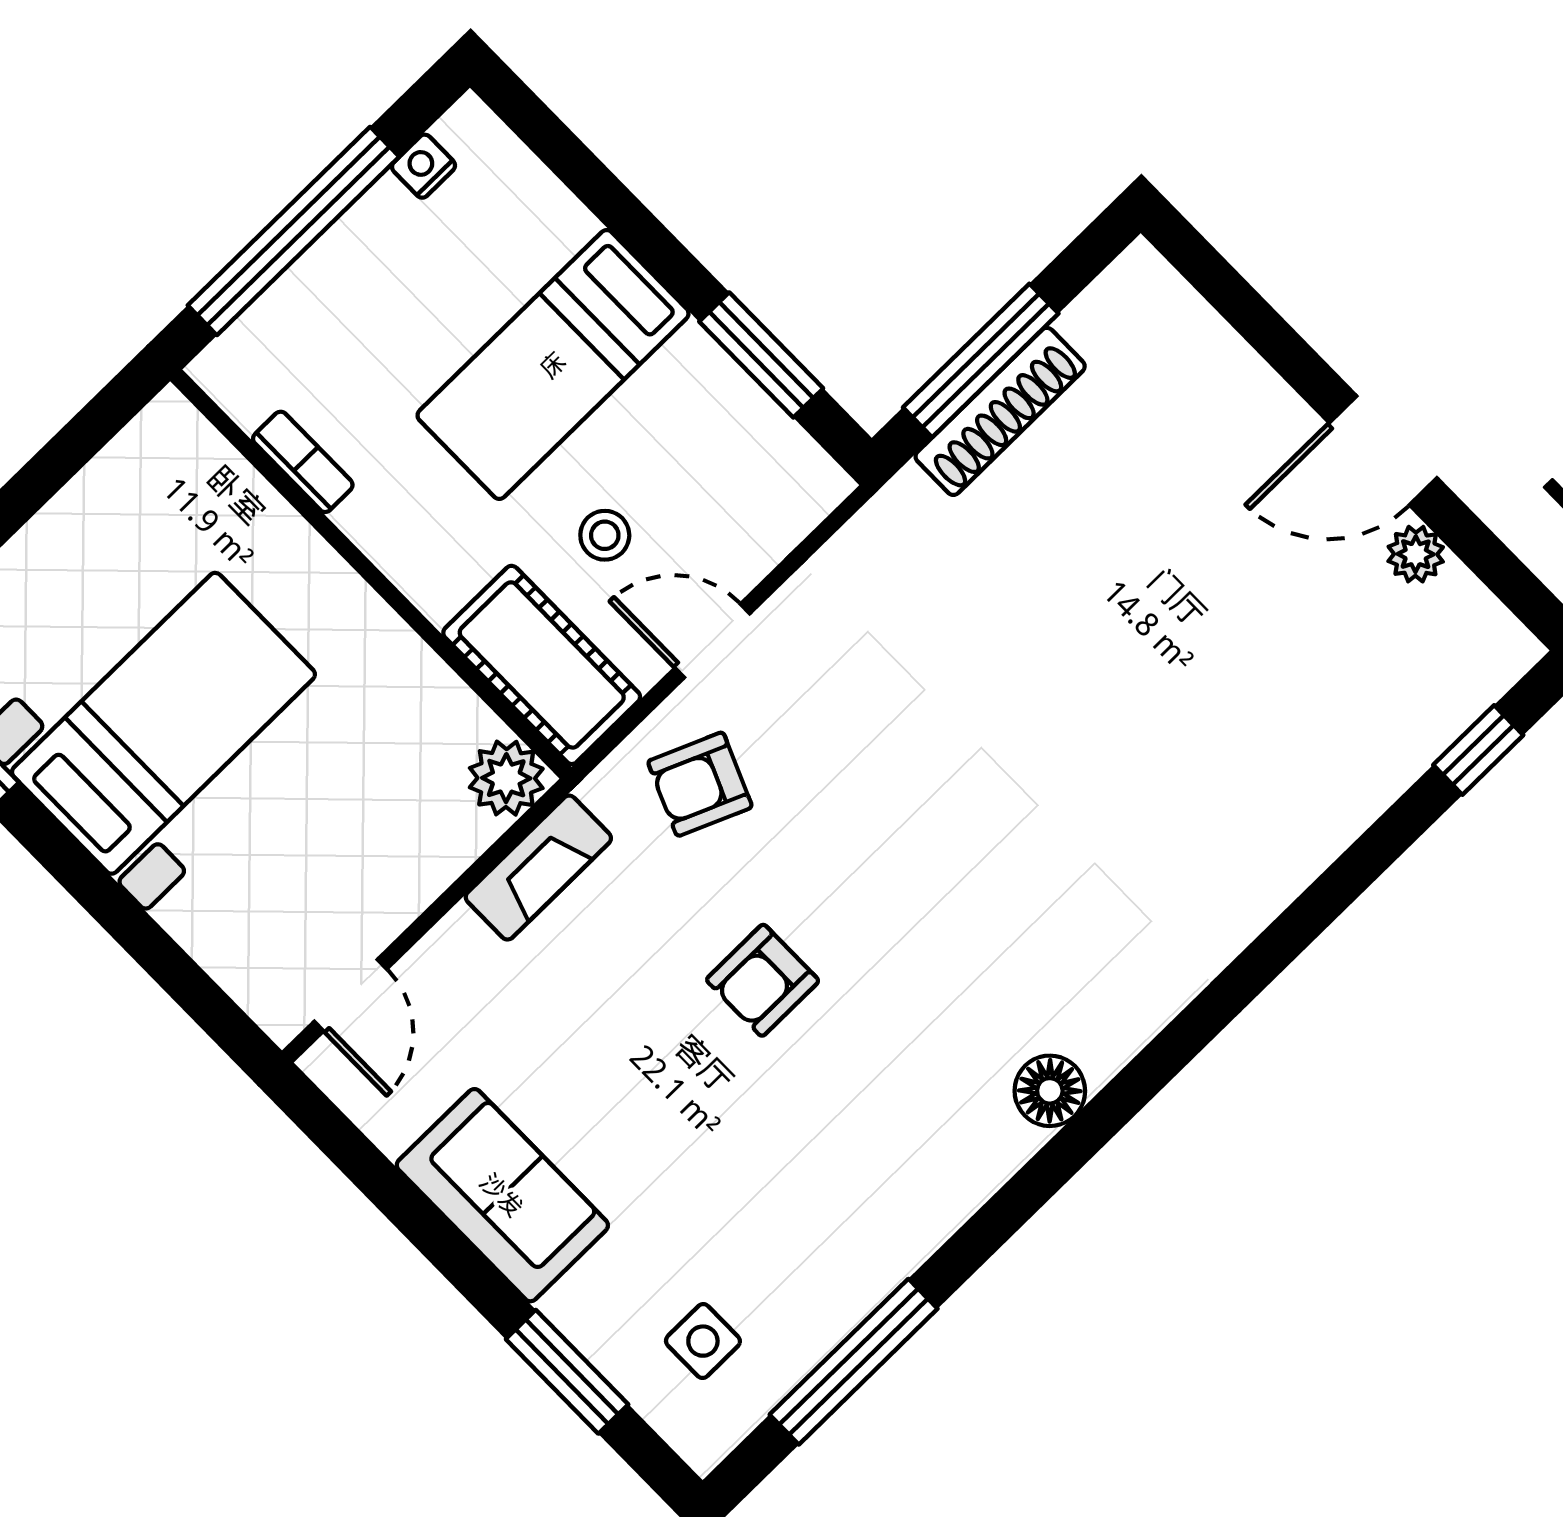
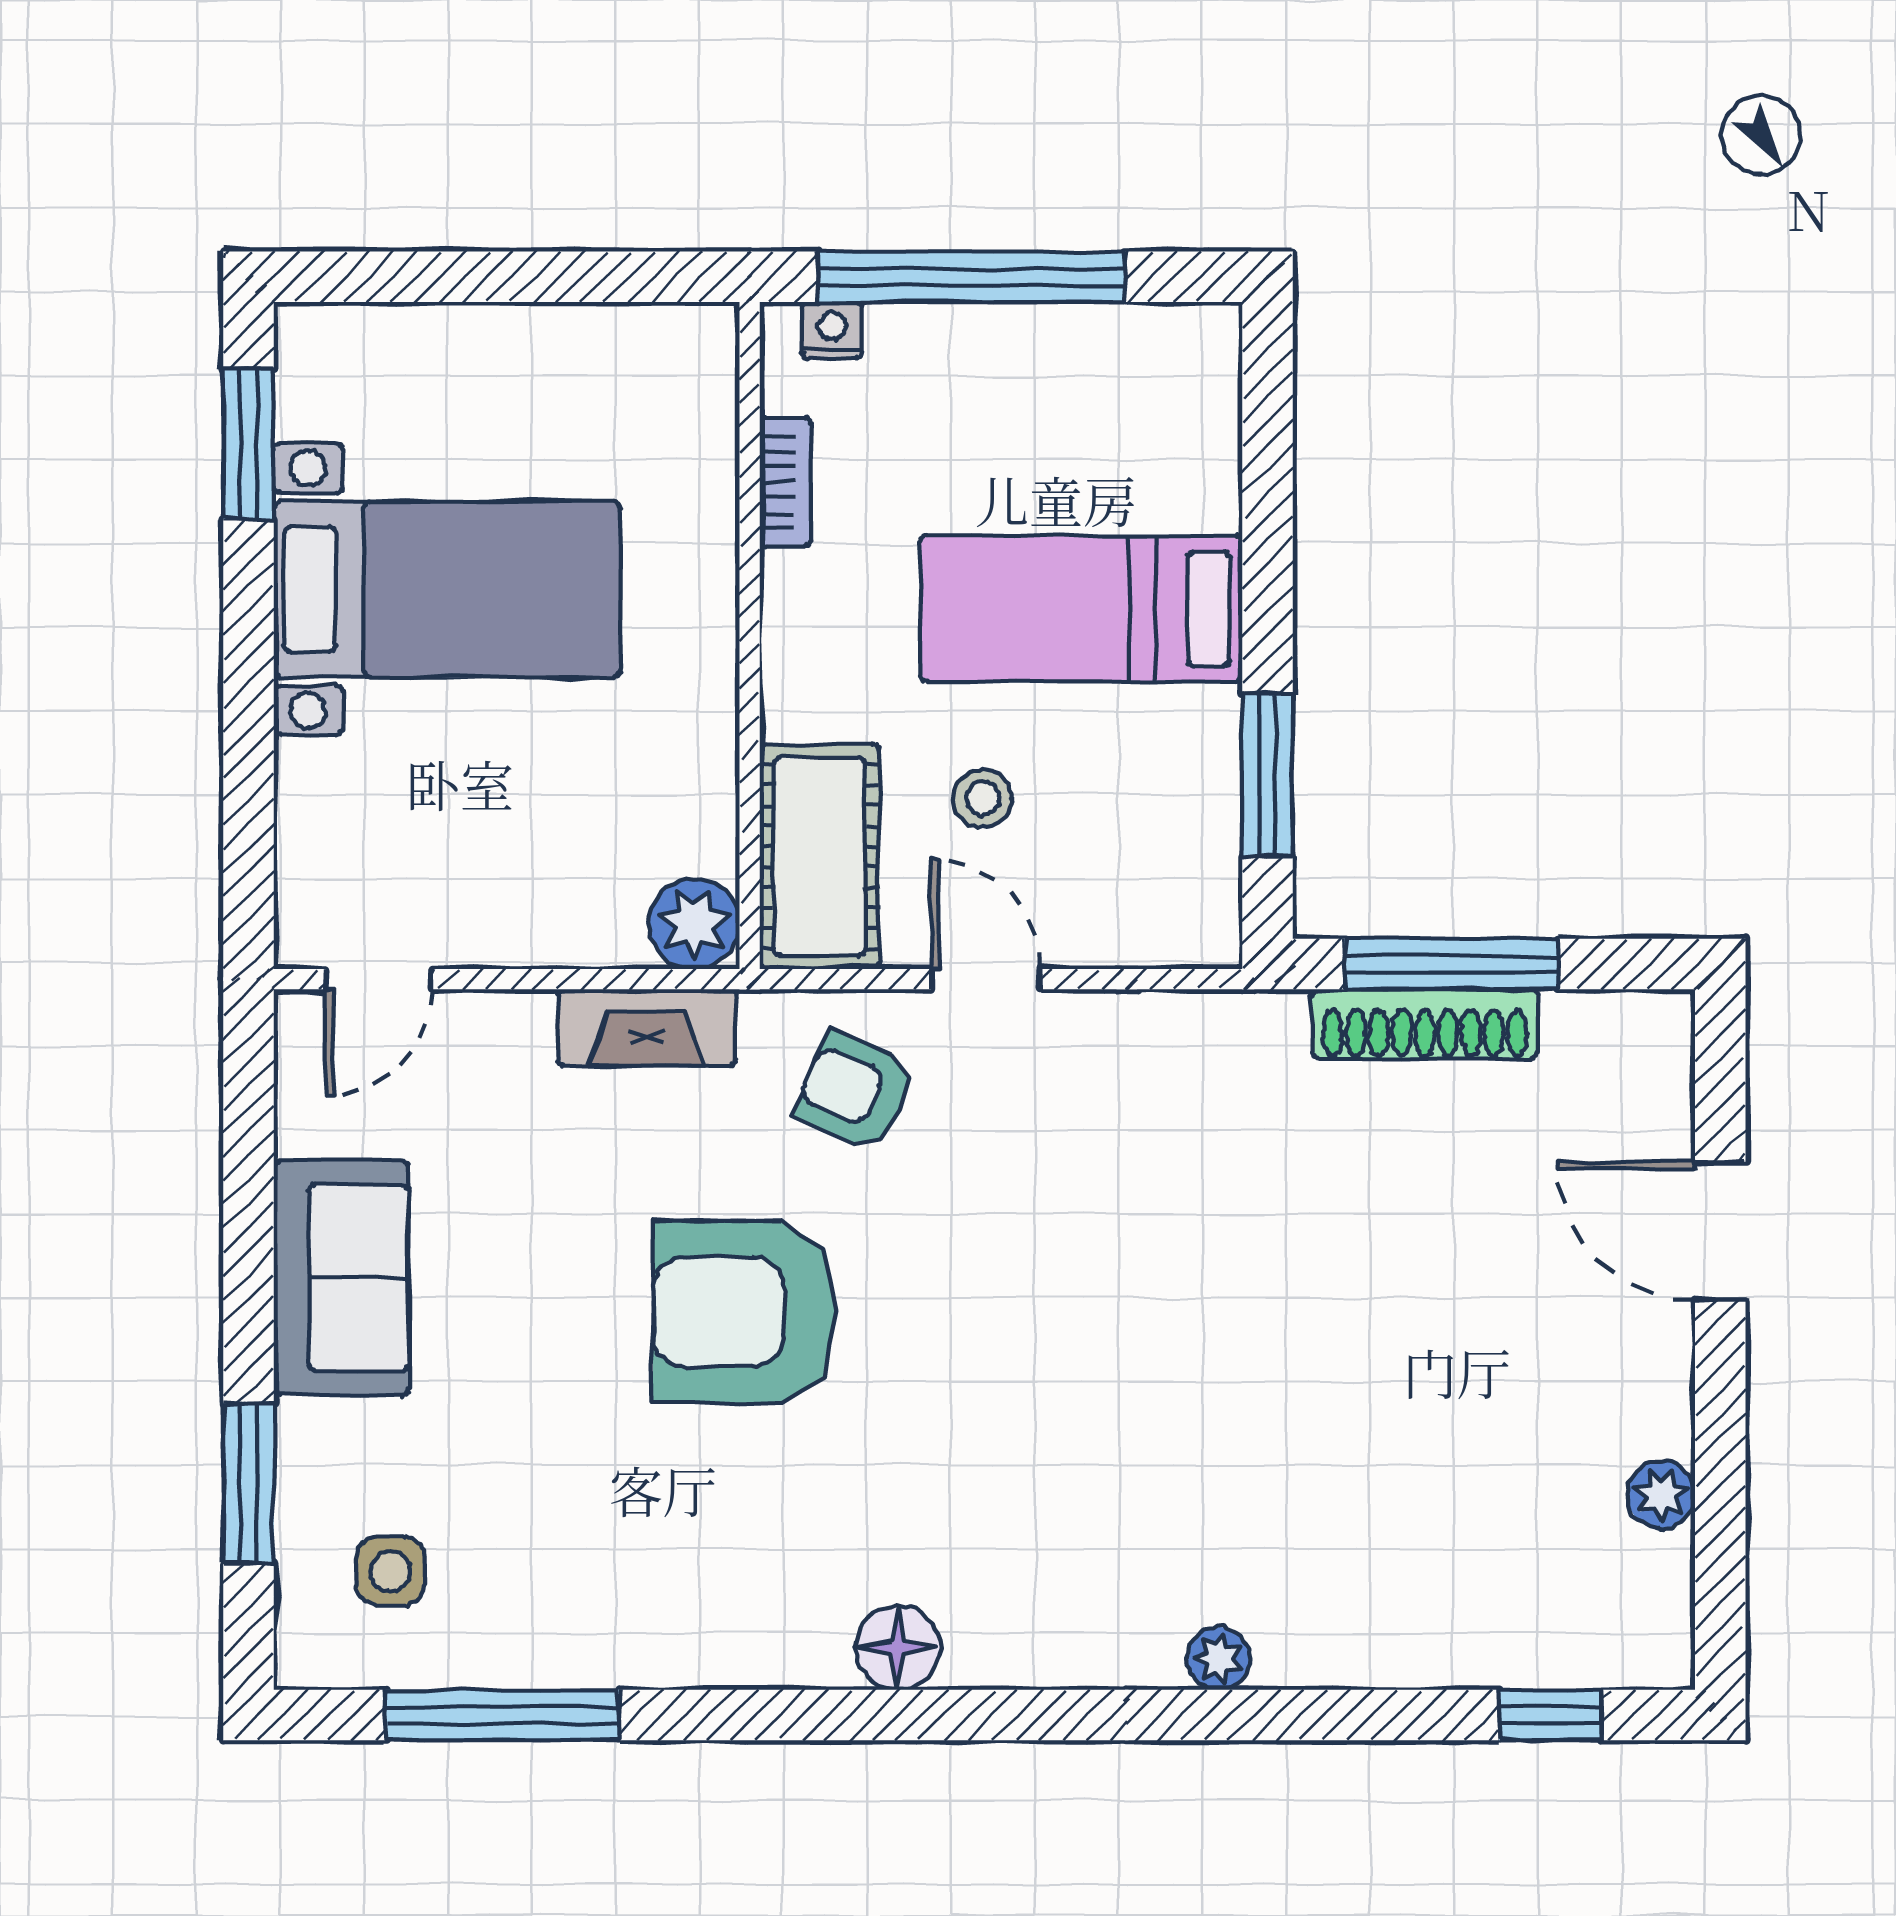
nightstand: (424, 166) -> (832, 330), moved
door: (1383, 450) -> (1720, 1231), moved
plant: (1247, 910) -> (1219, 1658), added
armchair: (763, 980) -> (744, 1312), width x1.88, depth x1.88

